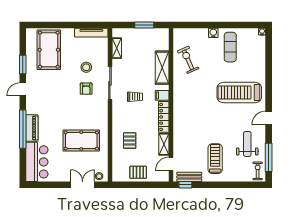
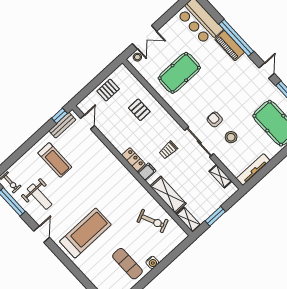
locker: (164, 117) -> (133, 160), width x0.66
shelving: (164, 144) -> (188, 220), moved

